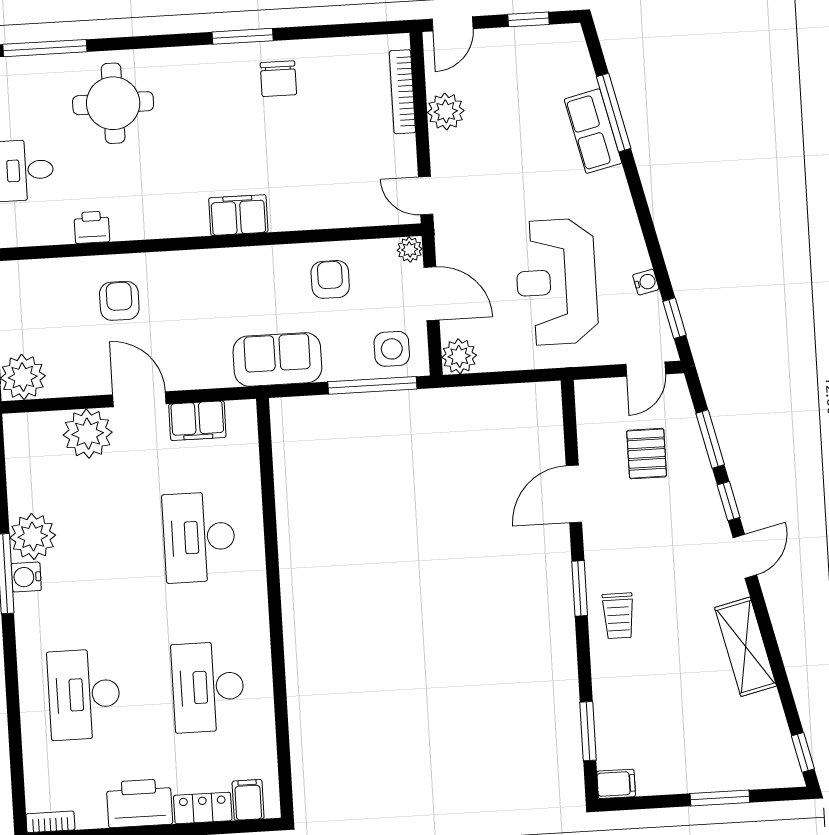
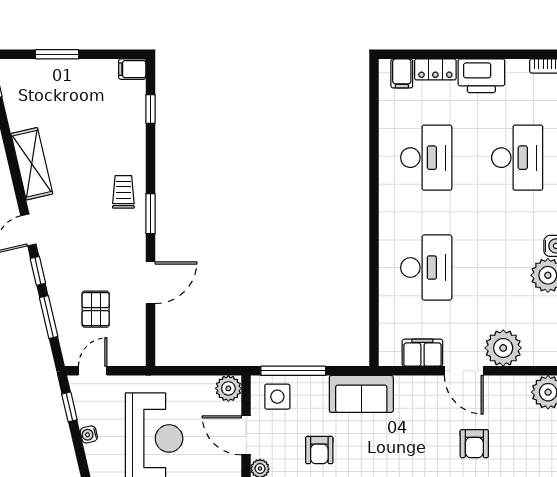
window: (588, 731) -> (151, 109), width x0.67

